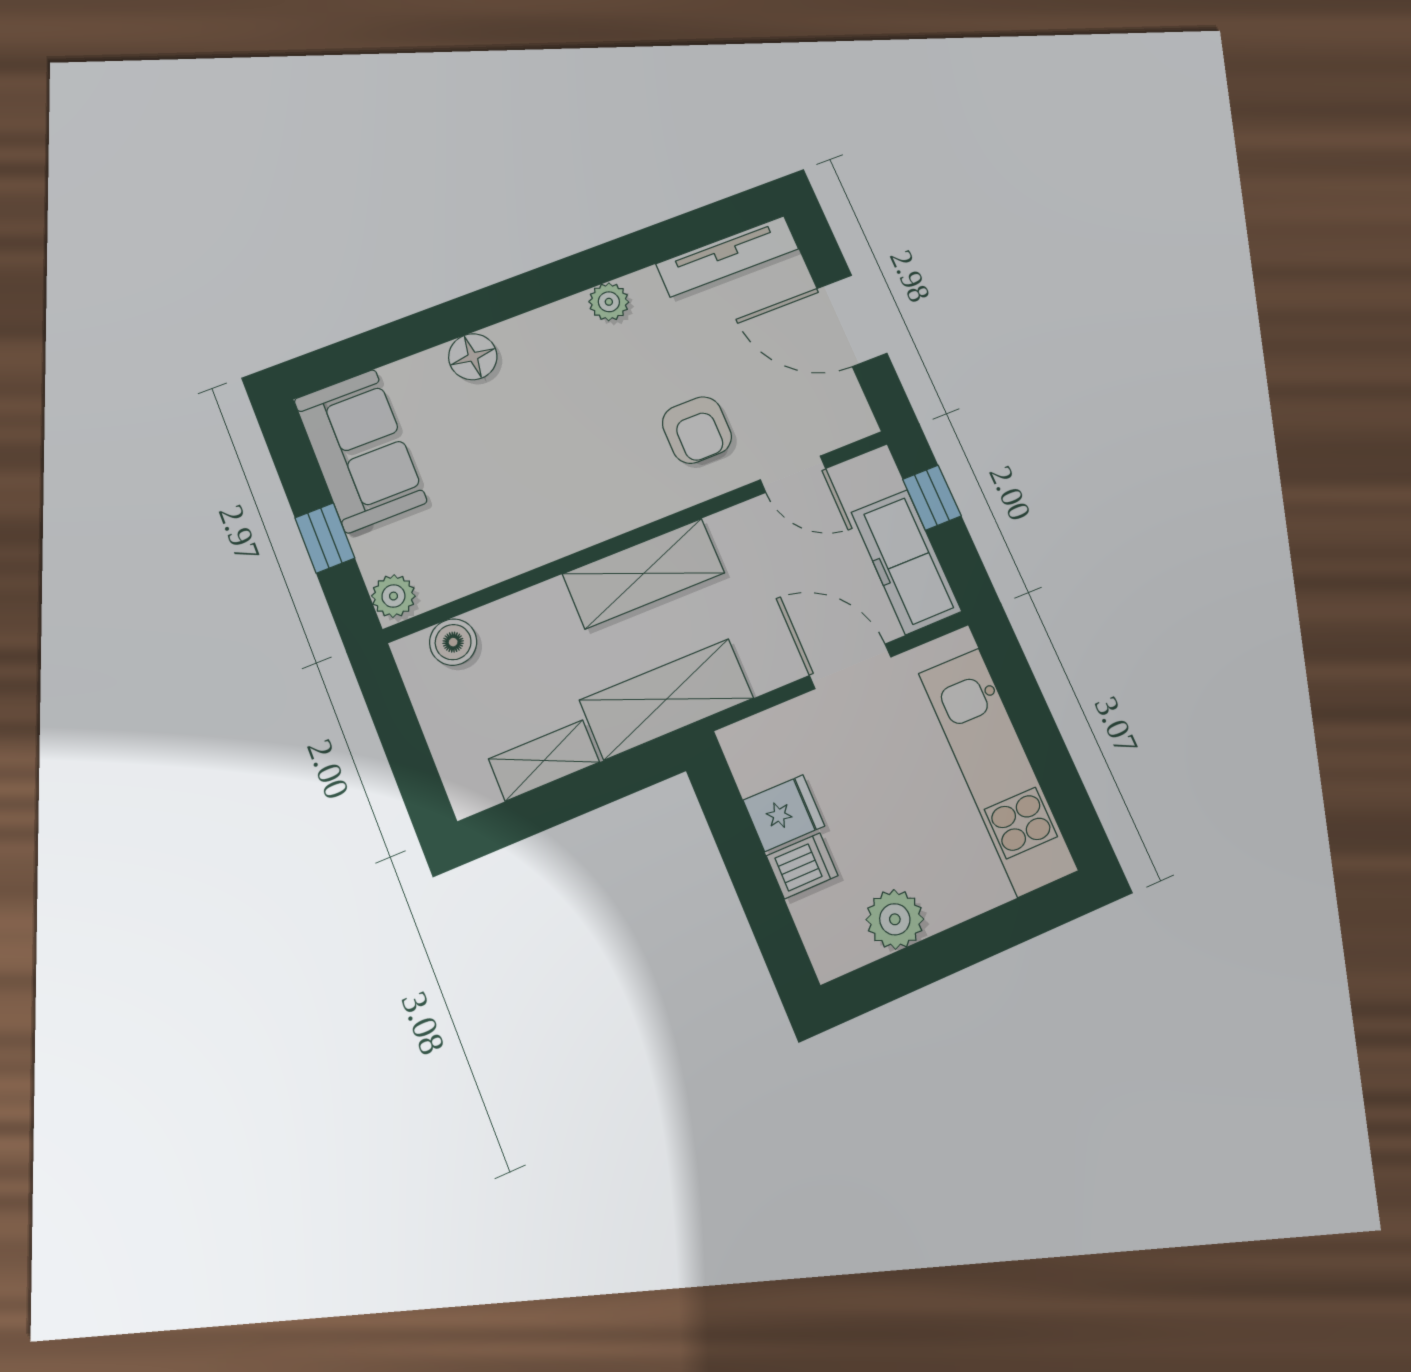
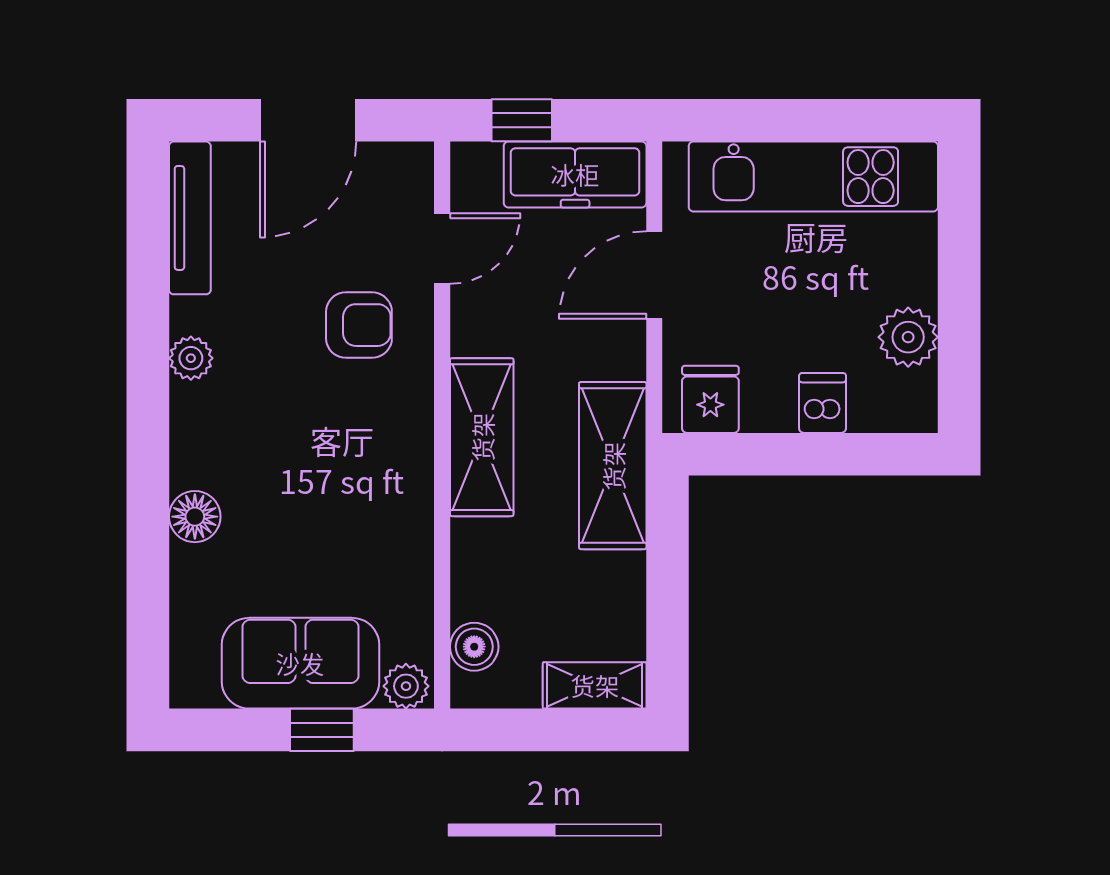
sofa: (360, 451) -> (300, 663), moved
shelving: (544, 760) -> (595, 685), moved, turned 90
fridge: (784, 813) -> (710, 399), moved

